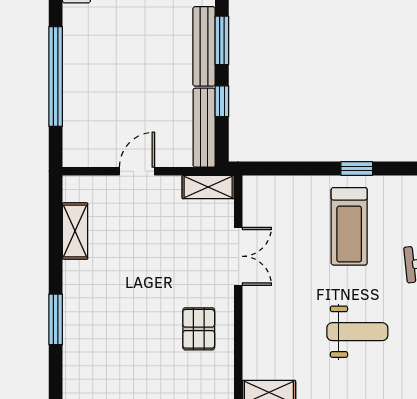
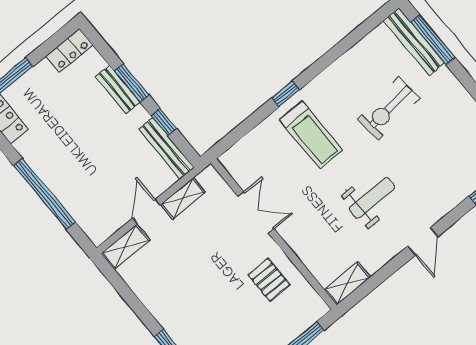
bench: (204, 46) -> (118, 90), width x0.73
shelving: (208, 187) -> (183, 198), moved
shelving: (75, 231) -> (125, 247), moved, turned 90

